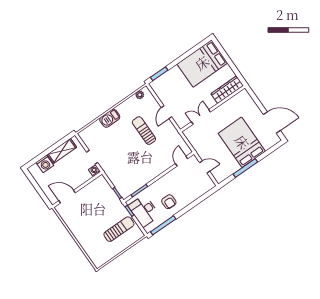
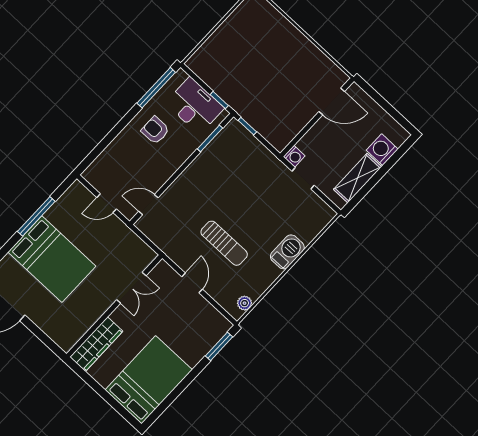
door: (182, 161) -> (148, 205), swing flipped
sun lounger: (119, 229) -> (231, 65), removed

